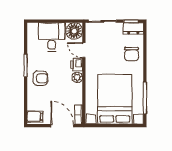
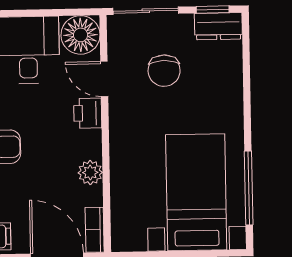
chair: (131, 54) -> (164, 71), moved
plant: (77, 77) -> (90, 173), moved
bed with nightstands: (115, 99) -> (196, 192), width x0.73

